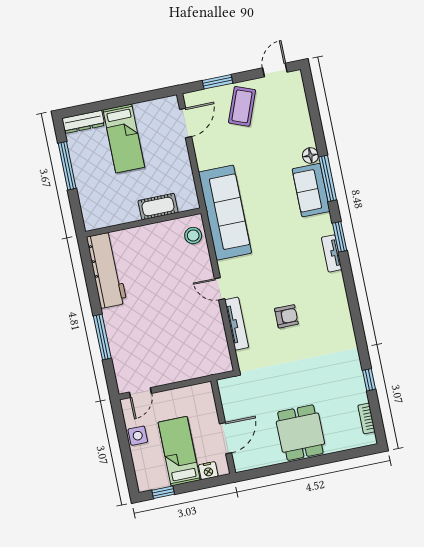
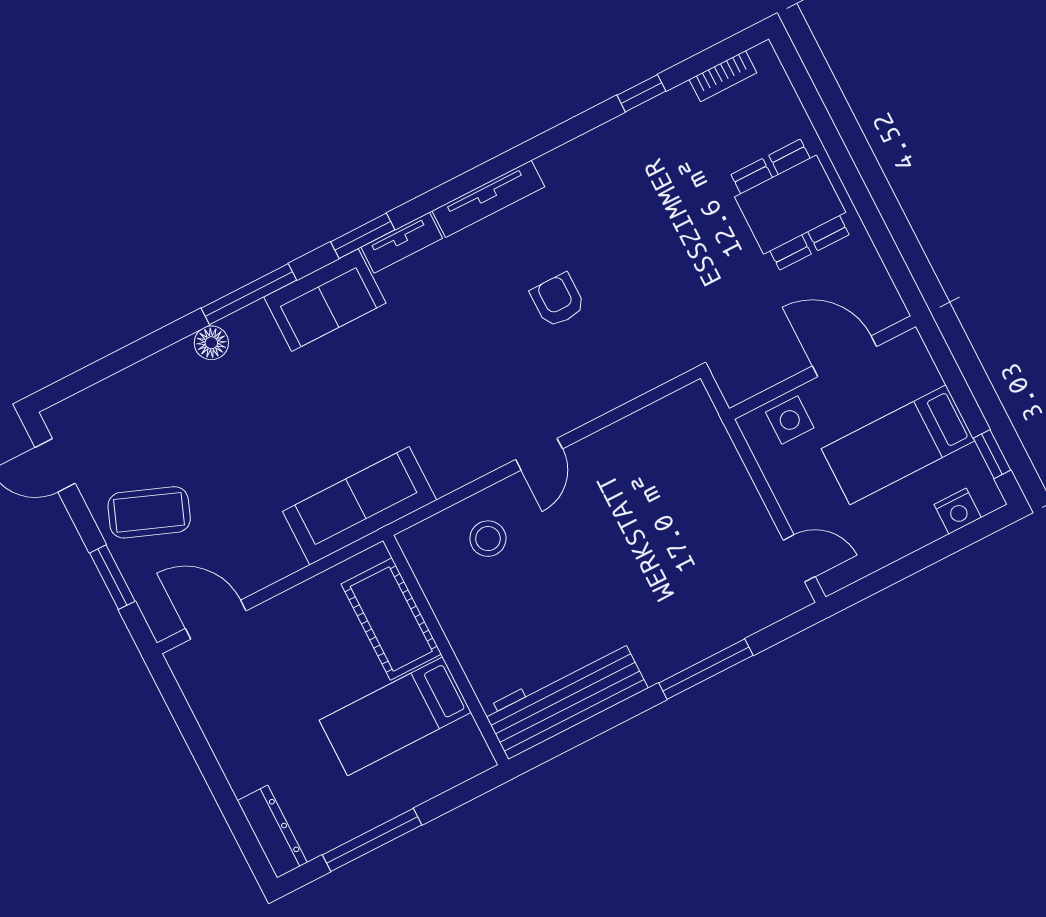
bed: (124, 139) -> (395, 716), moved, turned 180
sofa: (311, 190) -> (325, 300), moved
cot: (158, 207) -> (391, 619), width x1.37, depth x1.34
sofa: (225, 213) -> (360, 506), width x0.74, depth x0.79
stool: (193, 236) -> (488, 539), moved
tv unit: (237, 324) -> (488, 199), moved, turned 180
dining table: (300, 433) -> (790, 205), turned 90
side table: (138, 436) -> (790, 420), moved
nightstand: (208, 471) -> (958, 511), moved, turned 90

